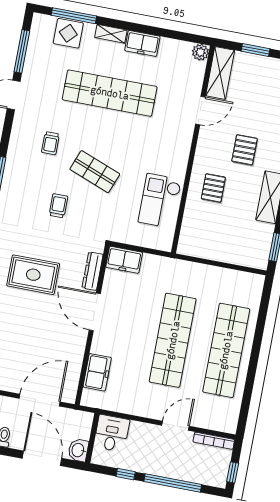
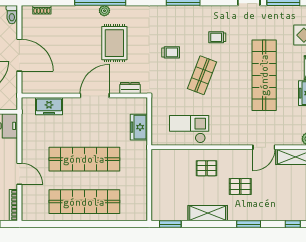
door: (200, 111) -> (264, 147), hinge flipped
freezer: (124, 260) -> (139, 127), moved
dresser: (93, 271) -> (130, 88), width x0.70
door: (40, 400) -> (19, 55), moved

